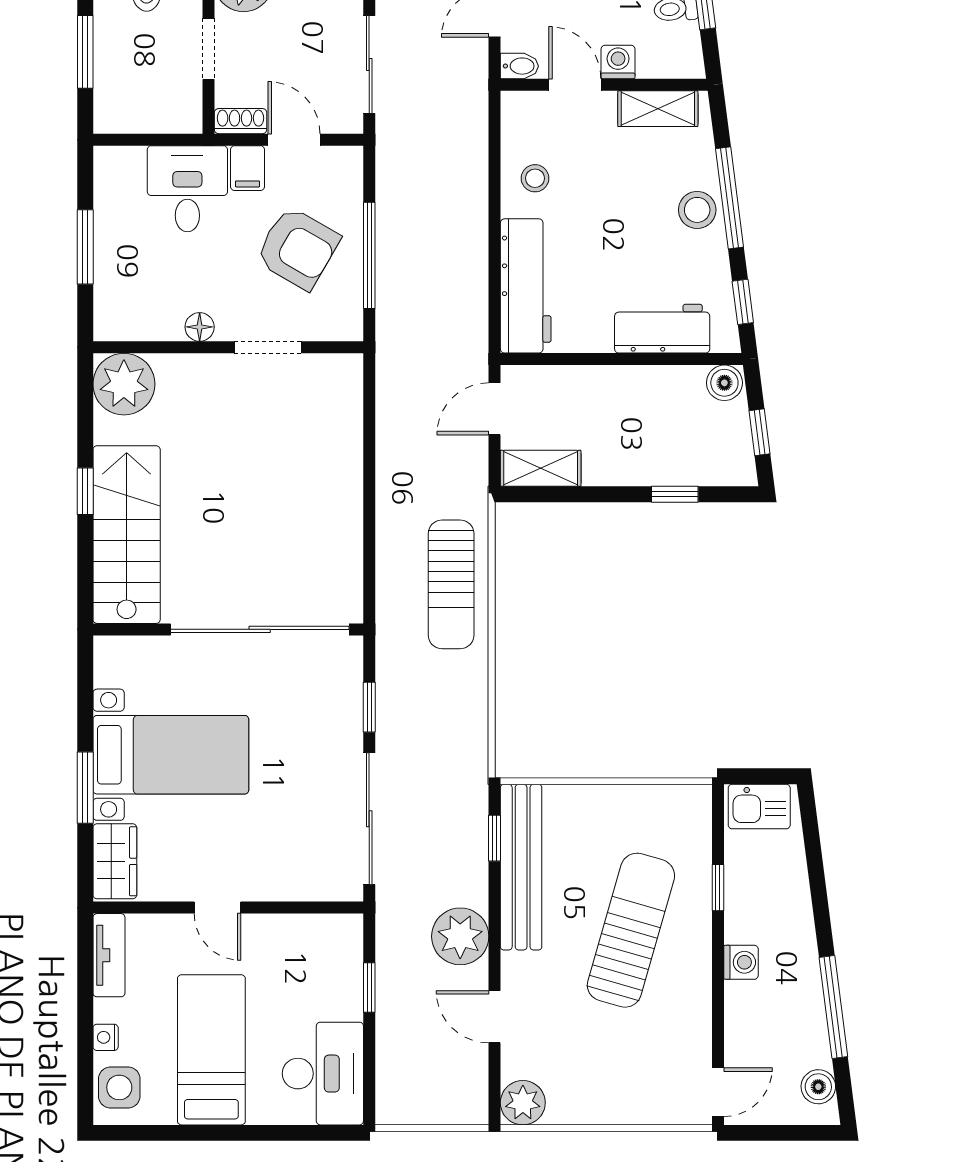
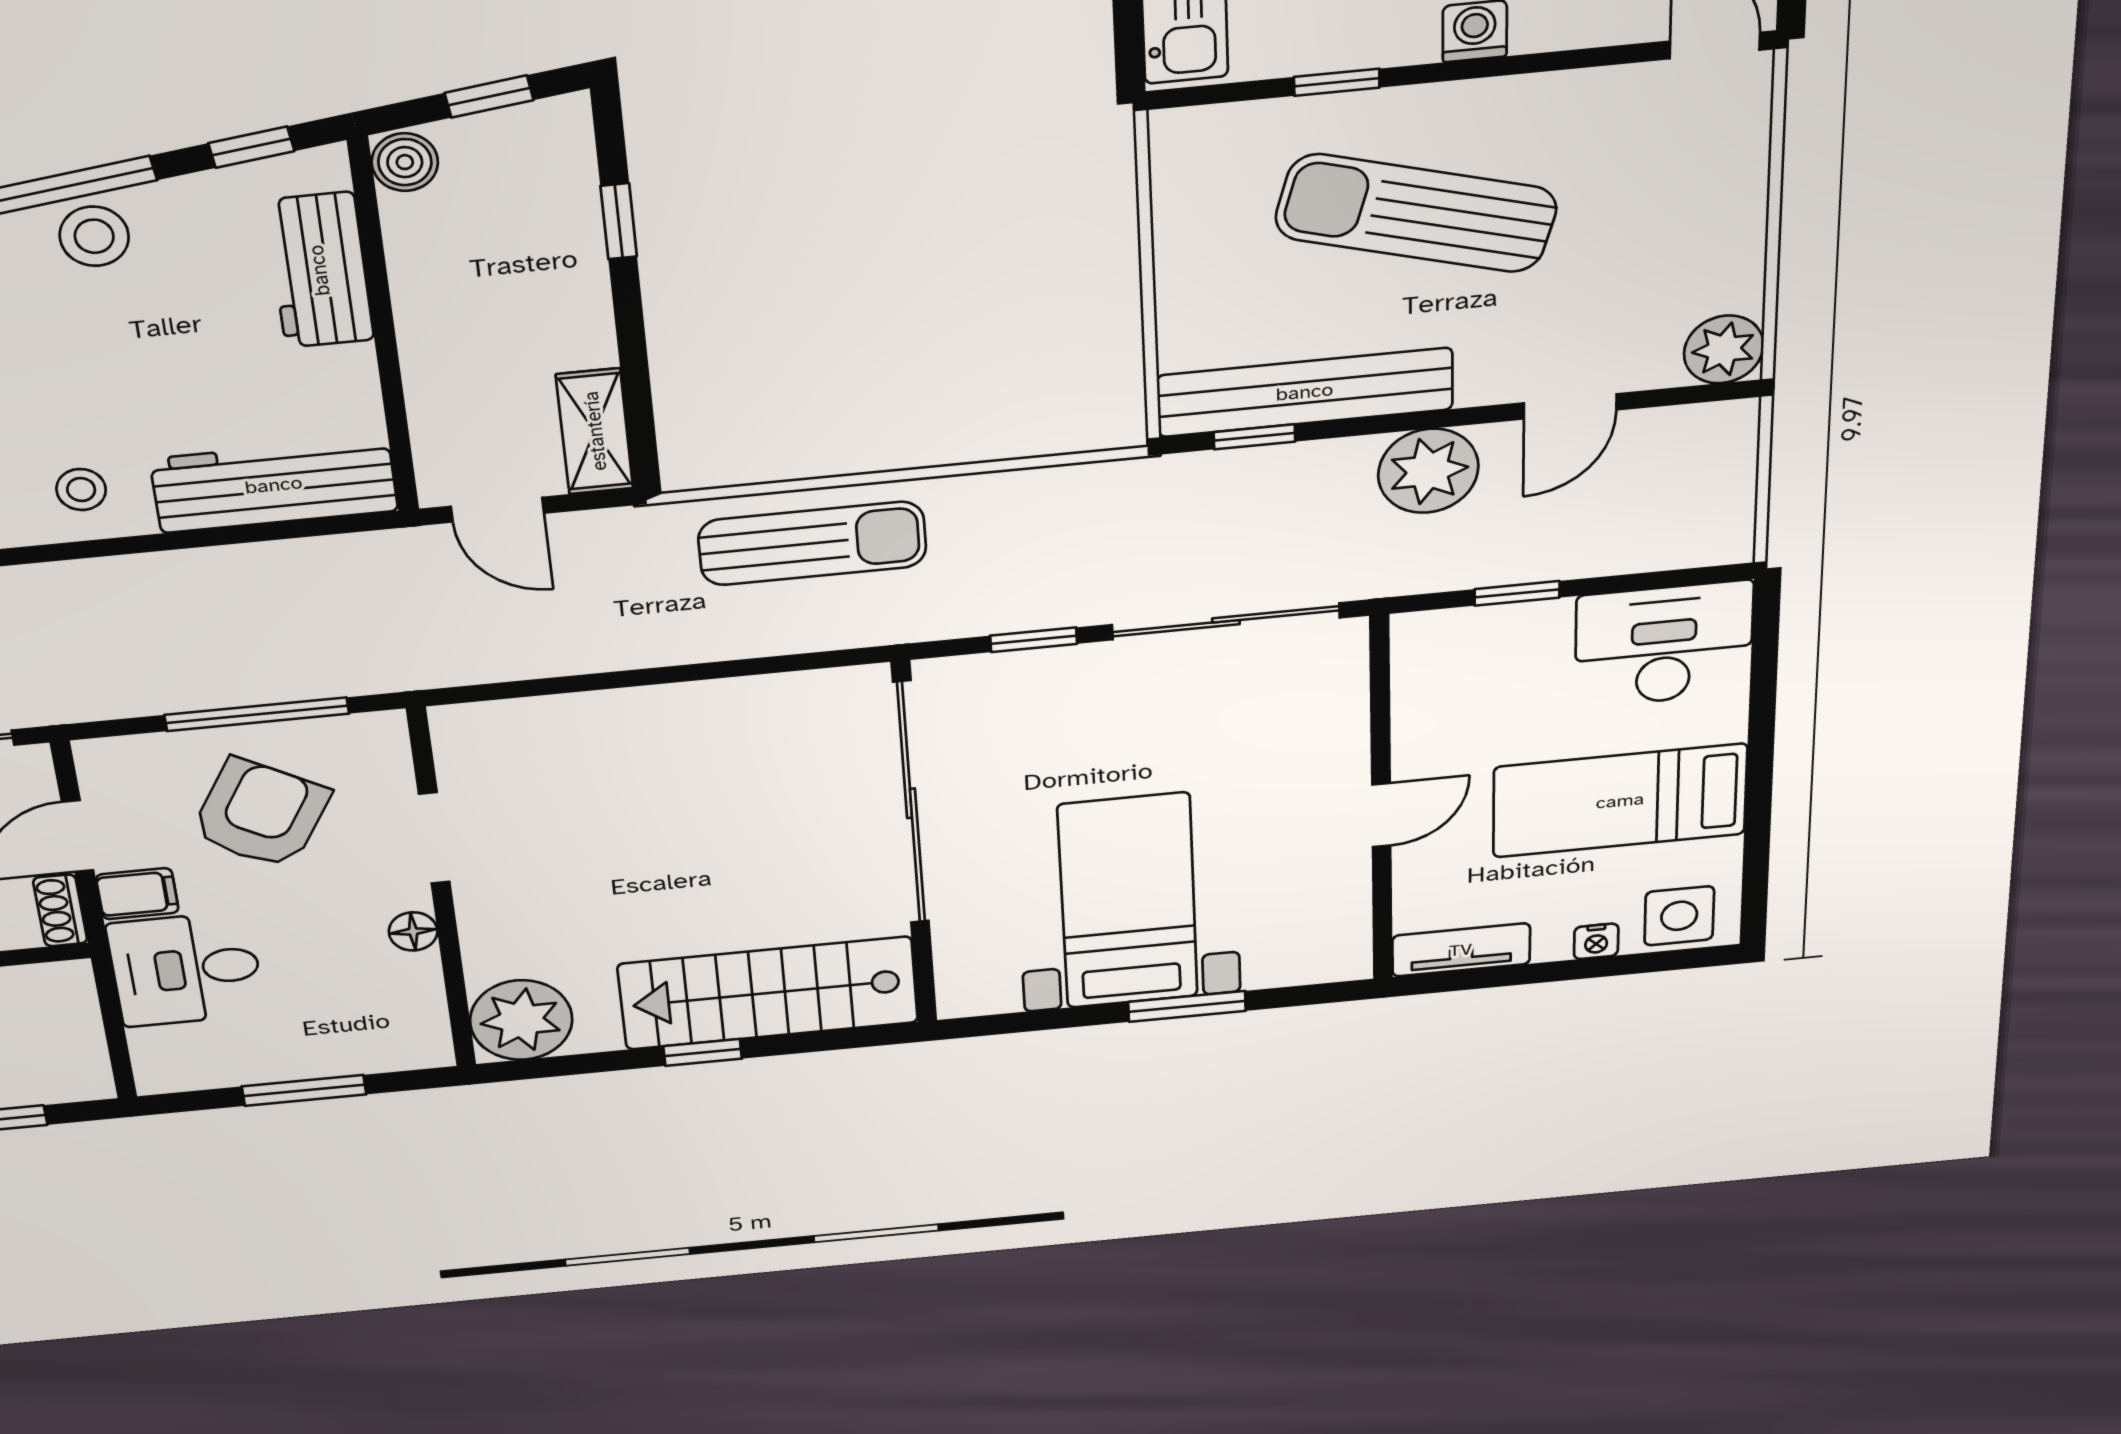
wardrobe: (115, 861) -> (1307, 957), removed

